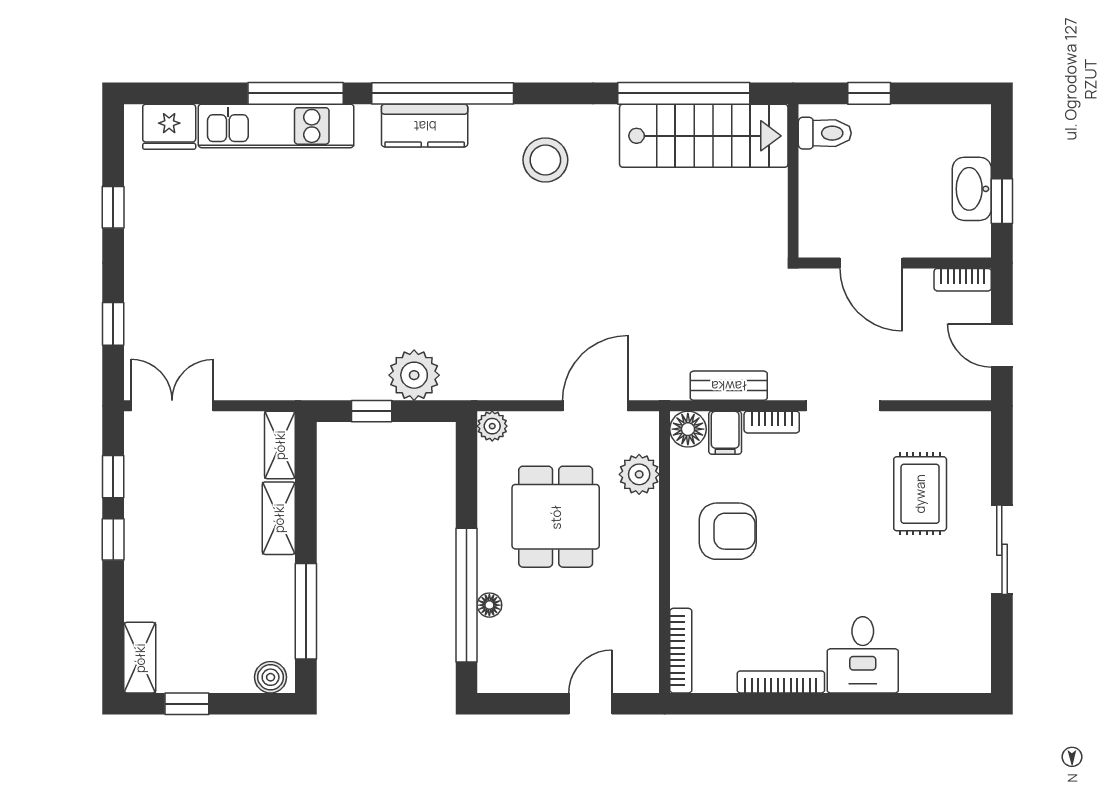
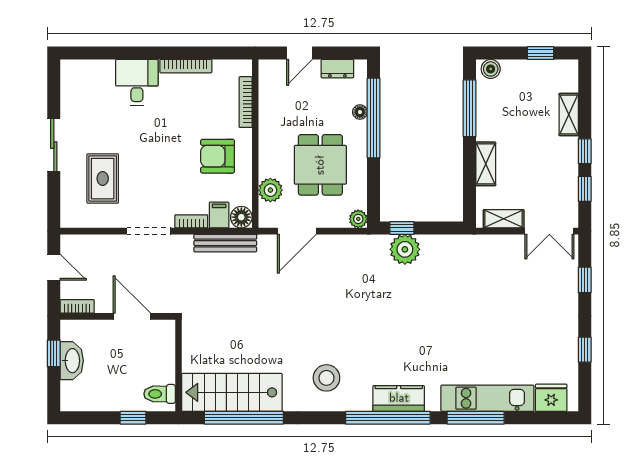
bench: (729, 386) -> (225, 243), width x1.36
window: (372, 411) -> (402, 228), moved
shelving: (280, 445) -> (504, 219), moved, turned 90
bookcase: (681, 651) -> (246, 102), moved
shelving: (140, 658) -> (569, 115), moved
dresser: (527, 678) -> (337, 69), added

